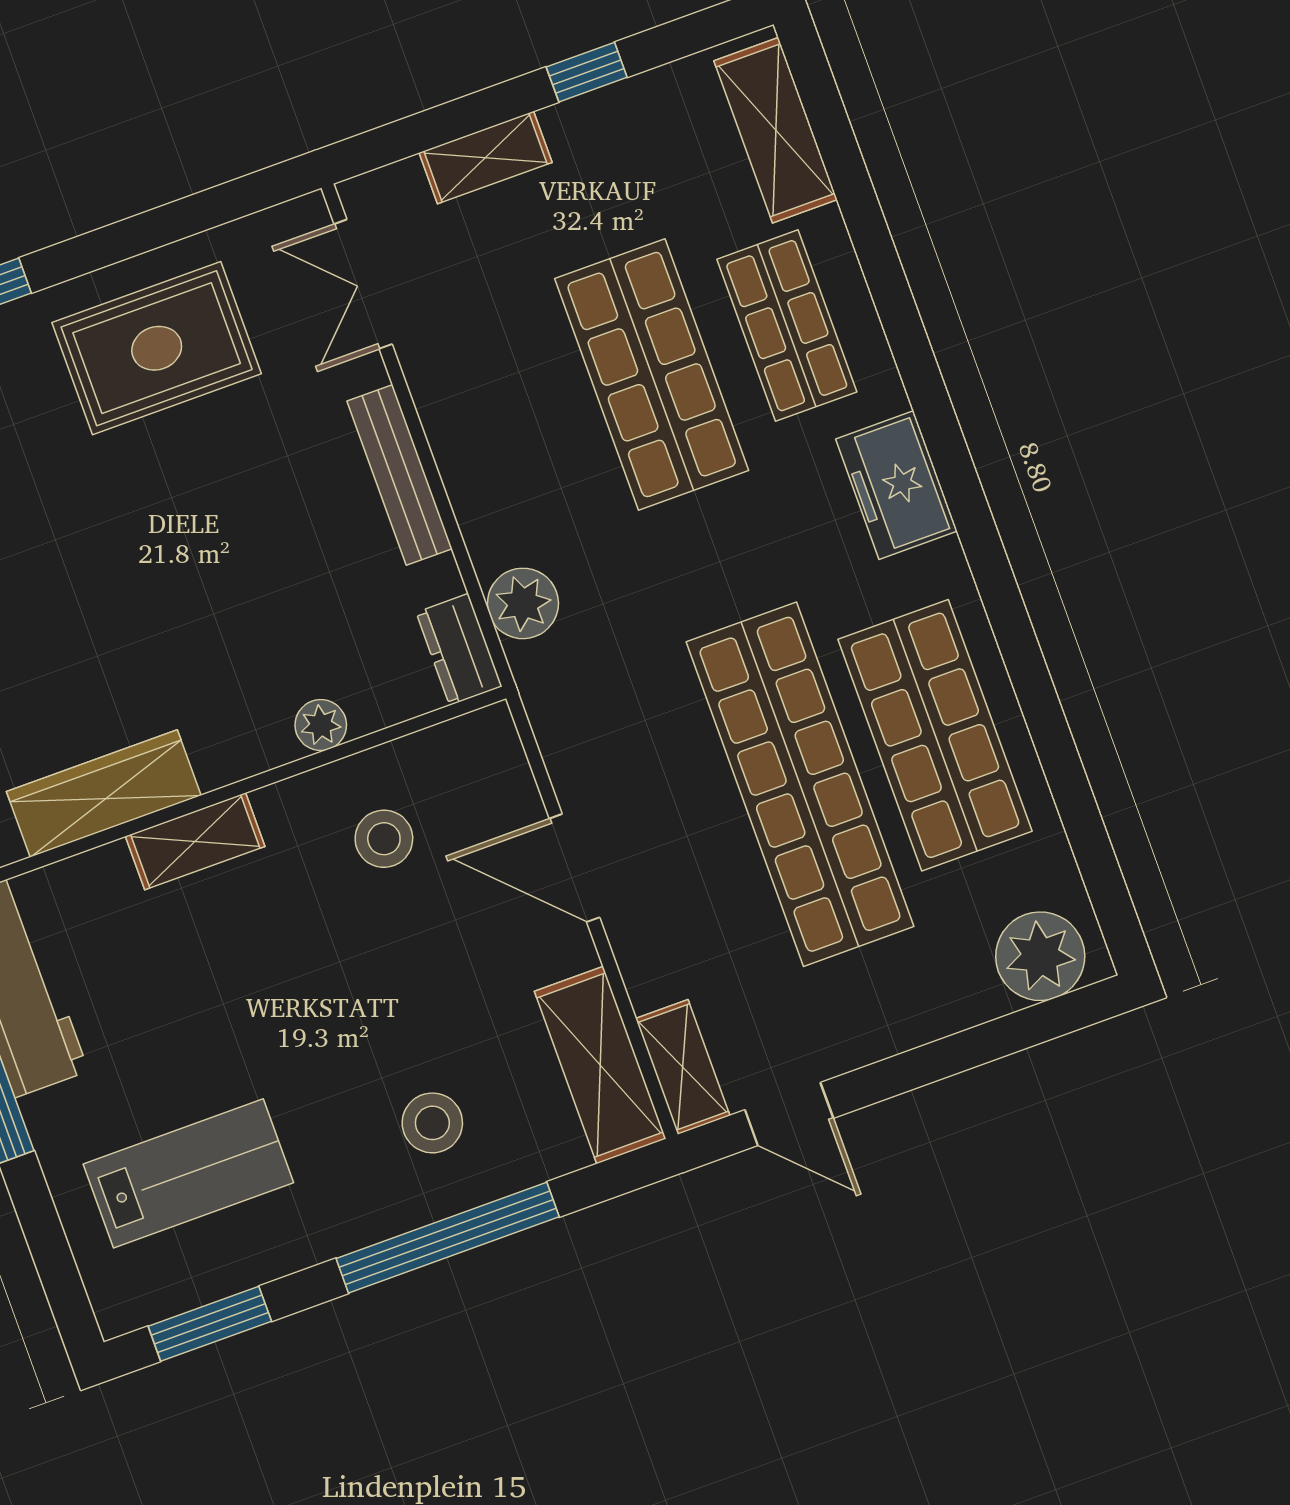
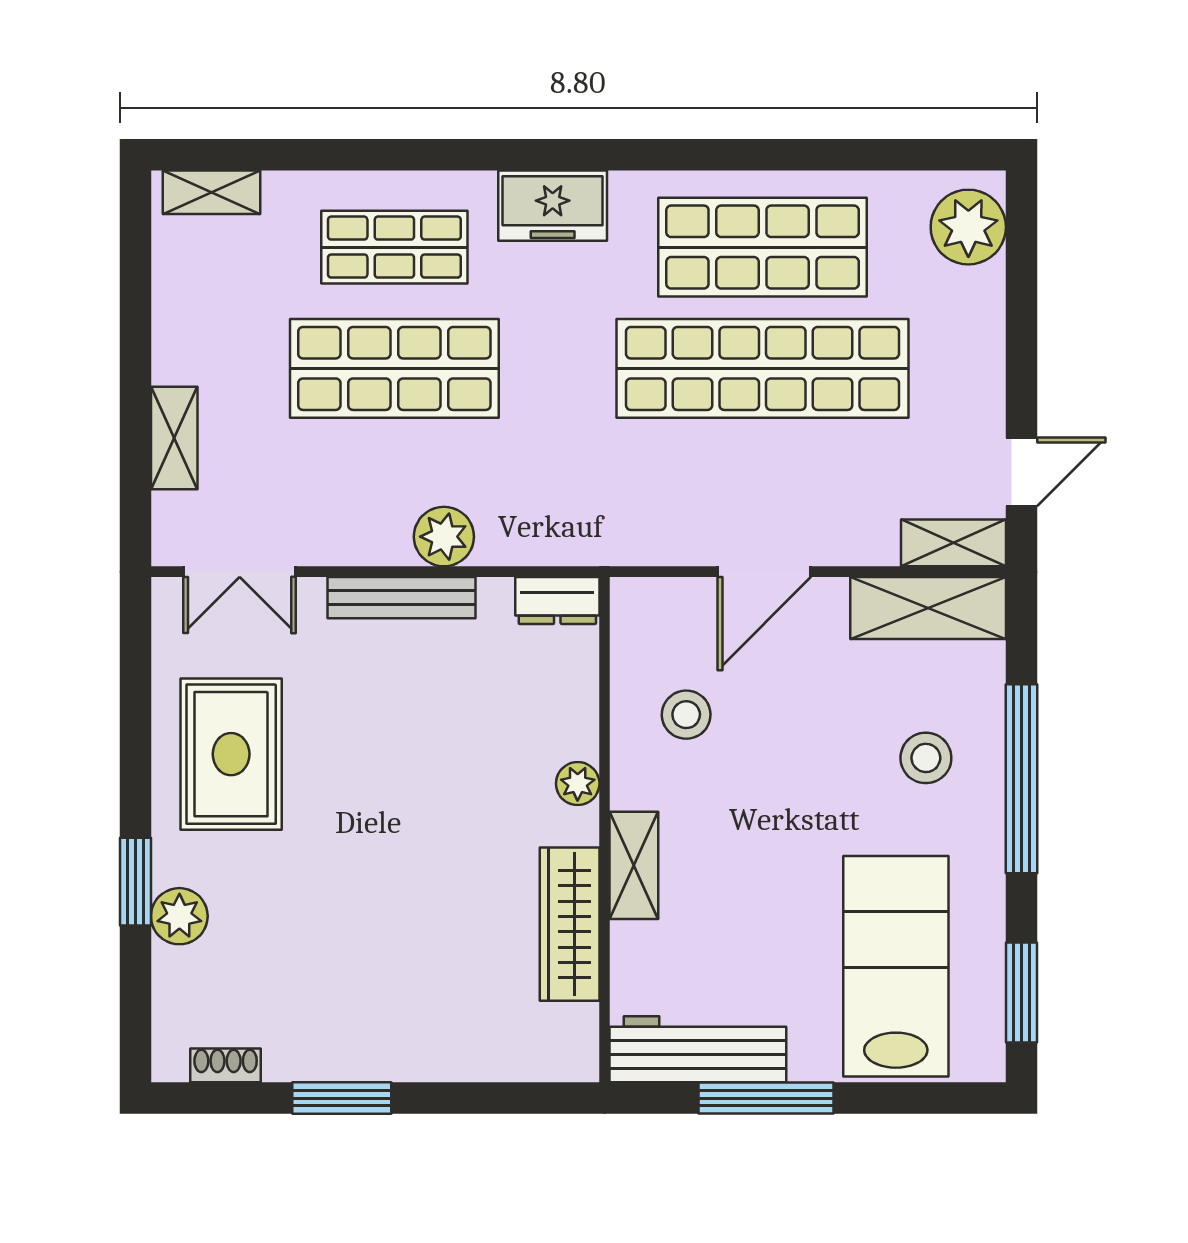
window: (587, 72) -> (135, 333), removed
shelving: (776, 130) -> (212, 192), width x0.67, depth x0.75
plant: (523, 603) -> (444, 537), moved
plant: (321, 725) -> (578, 784), moved
lab bench: (188, 1173) -> (896, 966), width x1.36, depth x1.39

